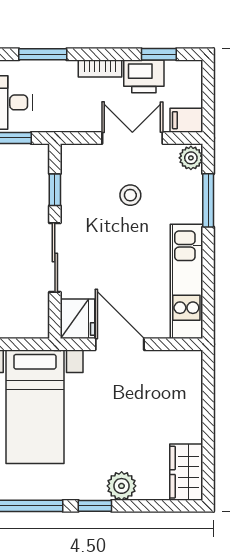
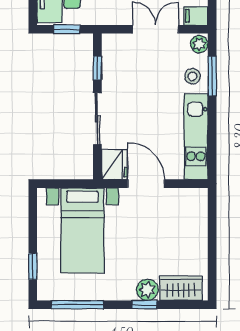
stool: (130, 195) -> (192, 76), moved
wardrobe: (186, 472) -> (181, 288), moved, turned 90
window: (95, 506) -> (145, 305), moved

